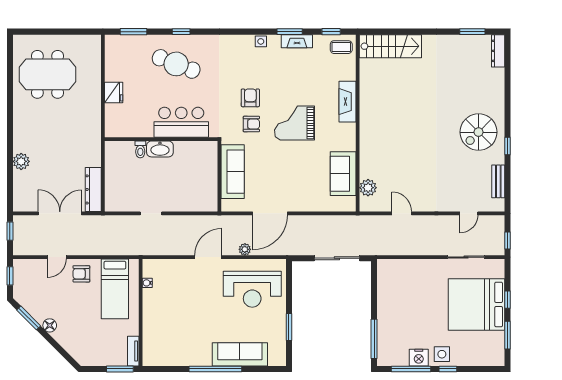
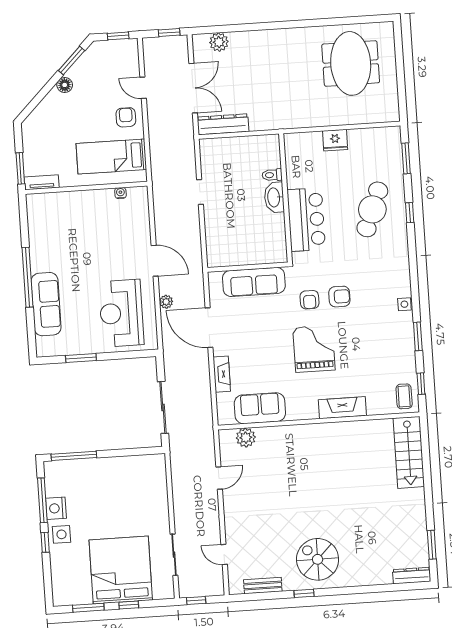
fireplace: (297, 41) -> (222, 374), moved, turned 180
plant: (21, 161) -> (219, 42), moved

